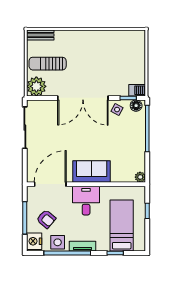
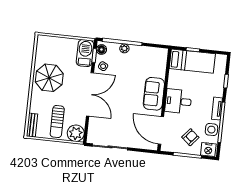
parasol: (97, 49) -> (49, 78), added
barbecue: (137, 90) -> (85, 53), width x1.88, depth x1.53
plant: (140, 177) -> (124, 48), moved
bed: (122, 225) -> (192, 61), moved, turned 180

